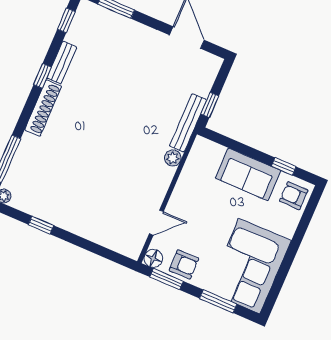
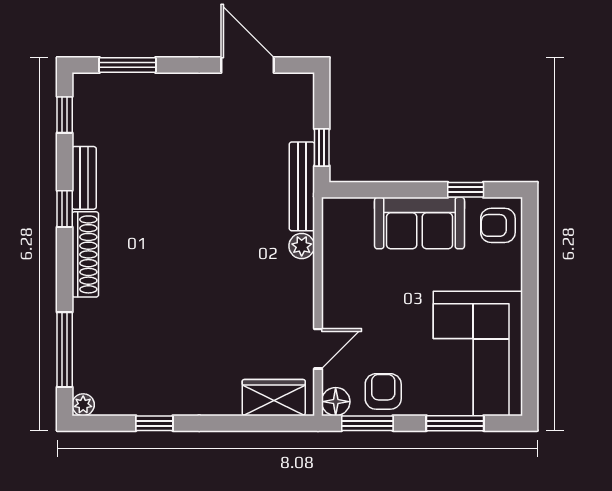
wardrobe: (118, 240) -> (274, 398), added
armchair: (184, 264) -> (383, 391), turned -89

